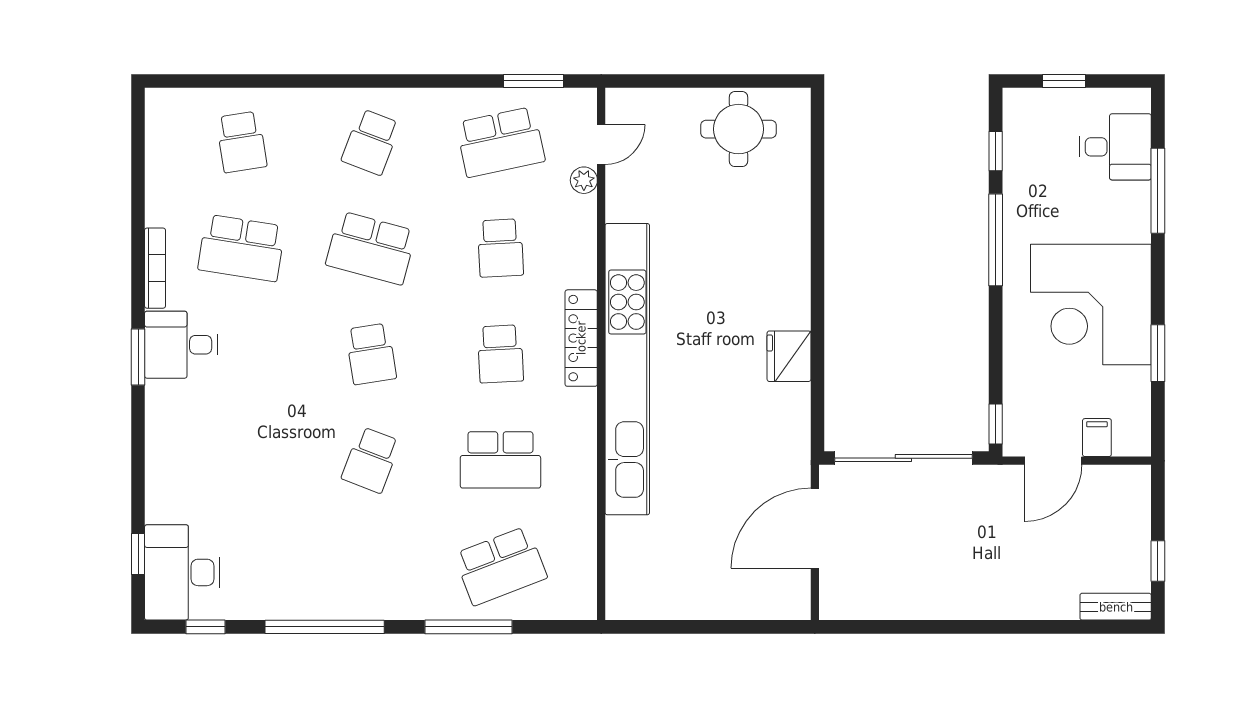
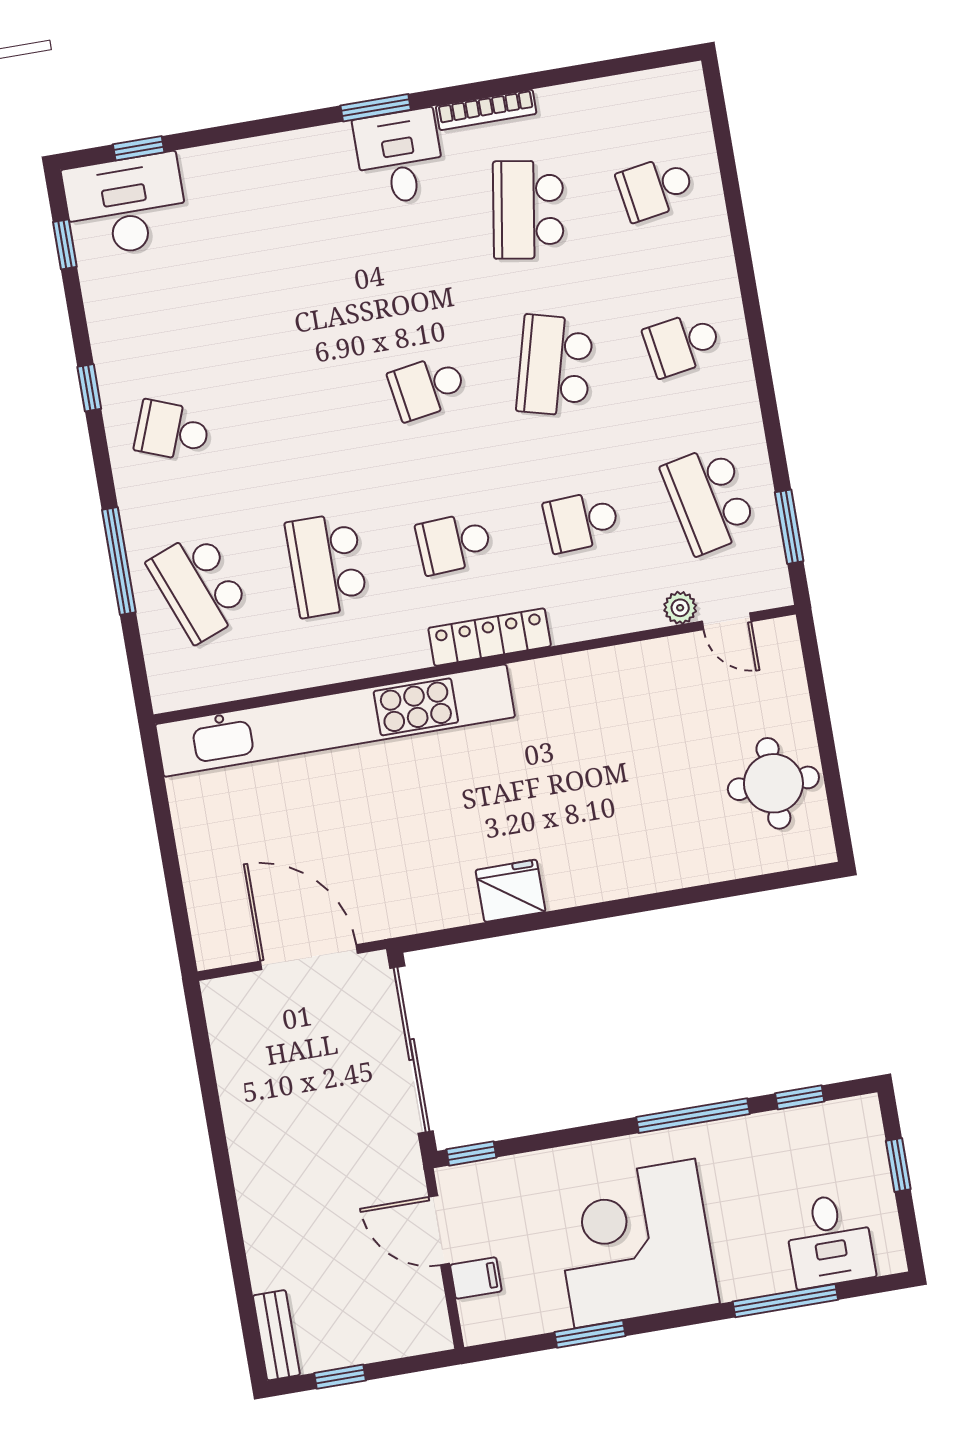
school desk: (371, 142) -> (682, 344), turned -30
kitchen unit: (627, 369) -> (335, 721), moved
school desk: (371, 460) -> (172, 431), moved
window: (325, 627) -> (89, 388), width x0.32

